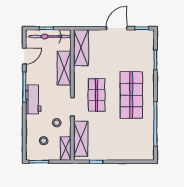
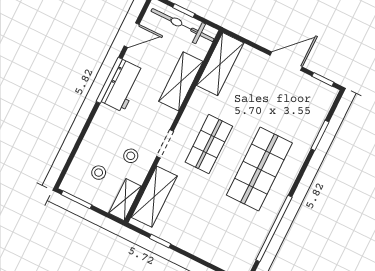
workbench: (33, 100) -> (123, 86), moved

